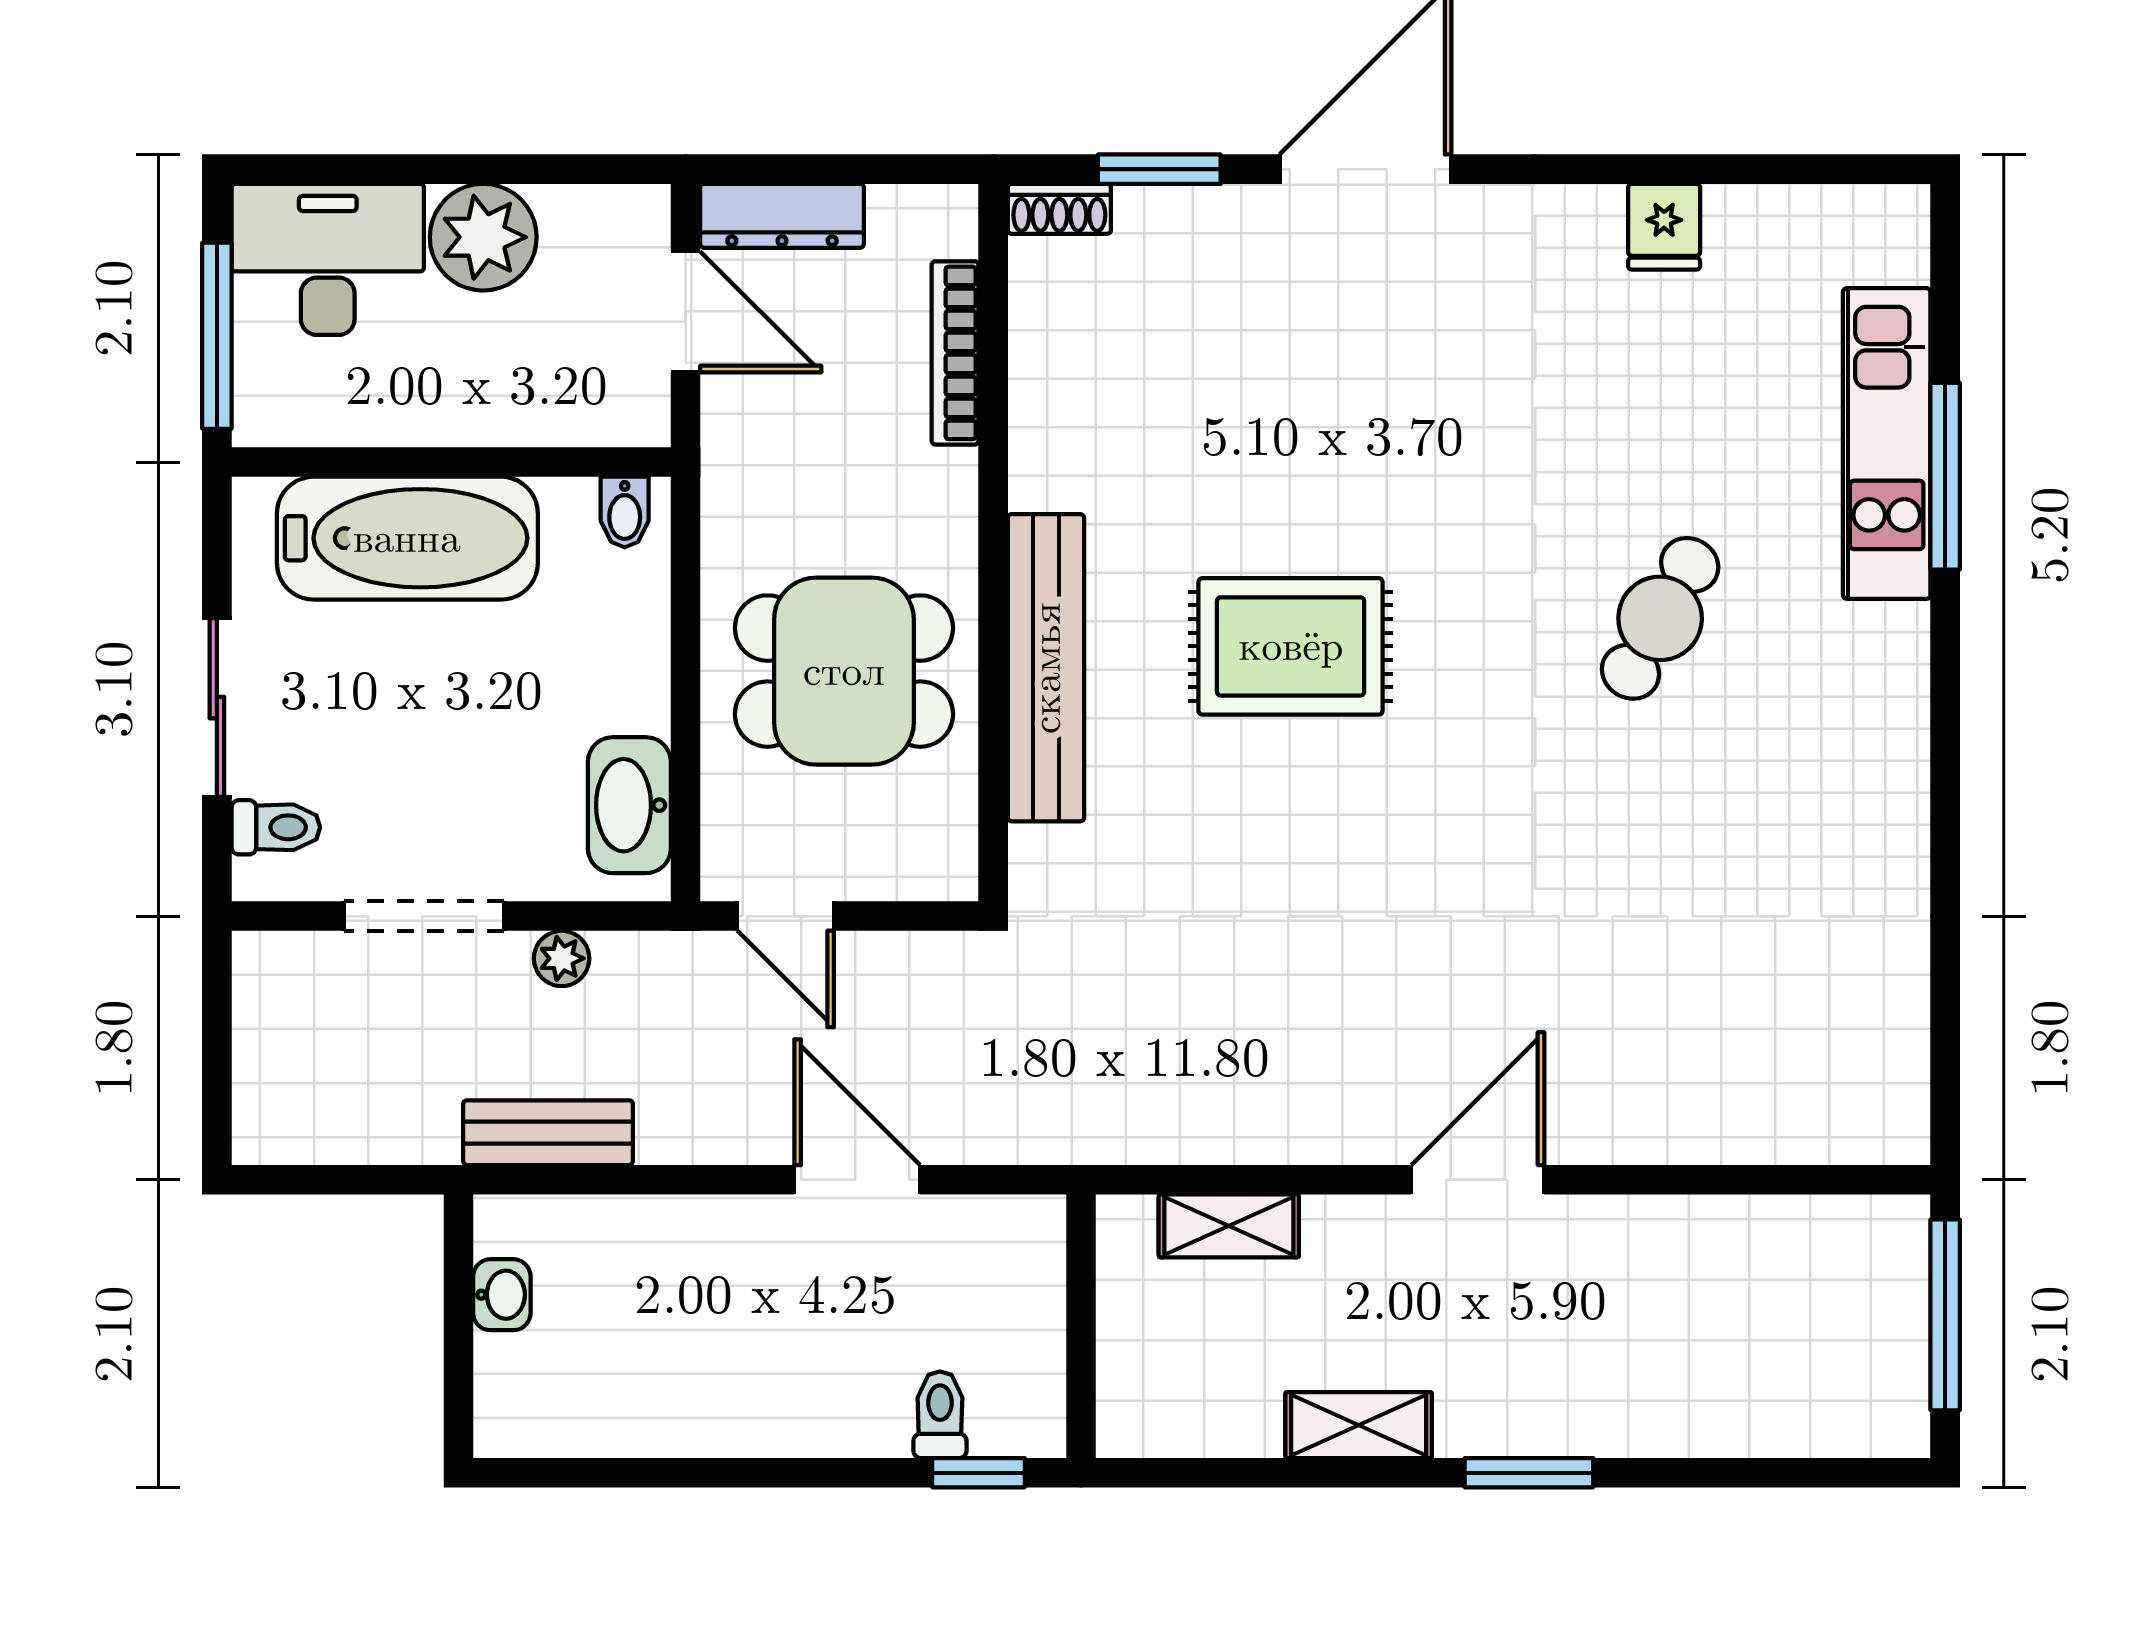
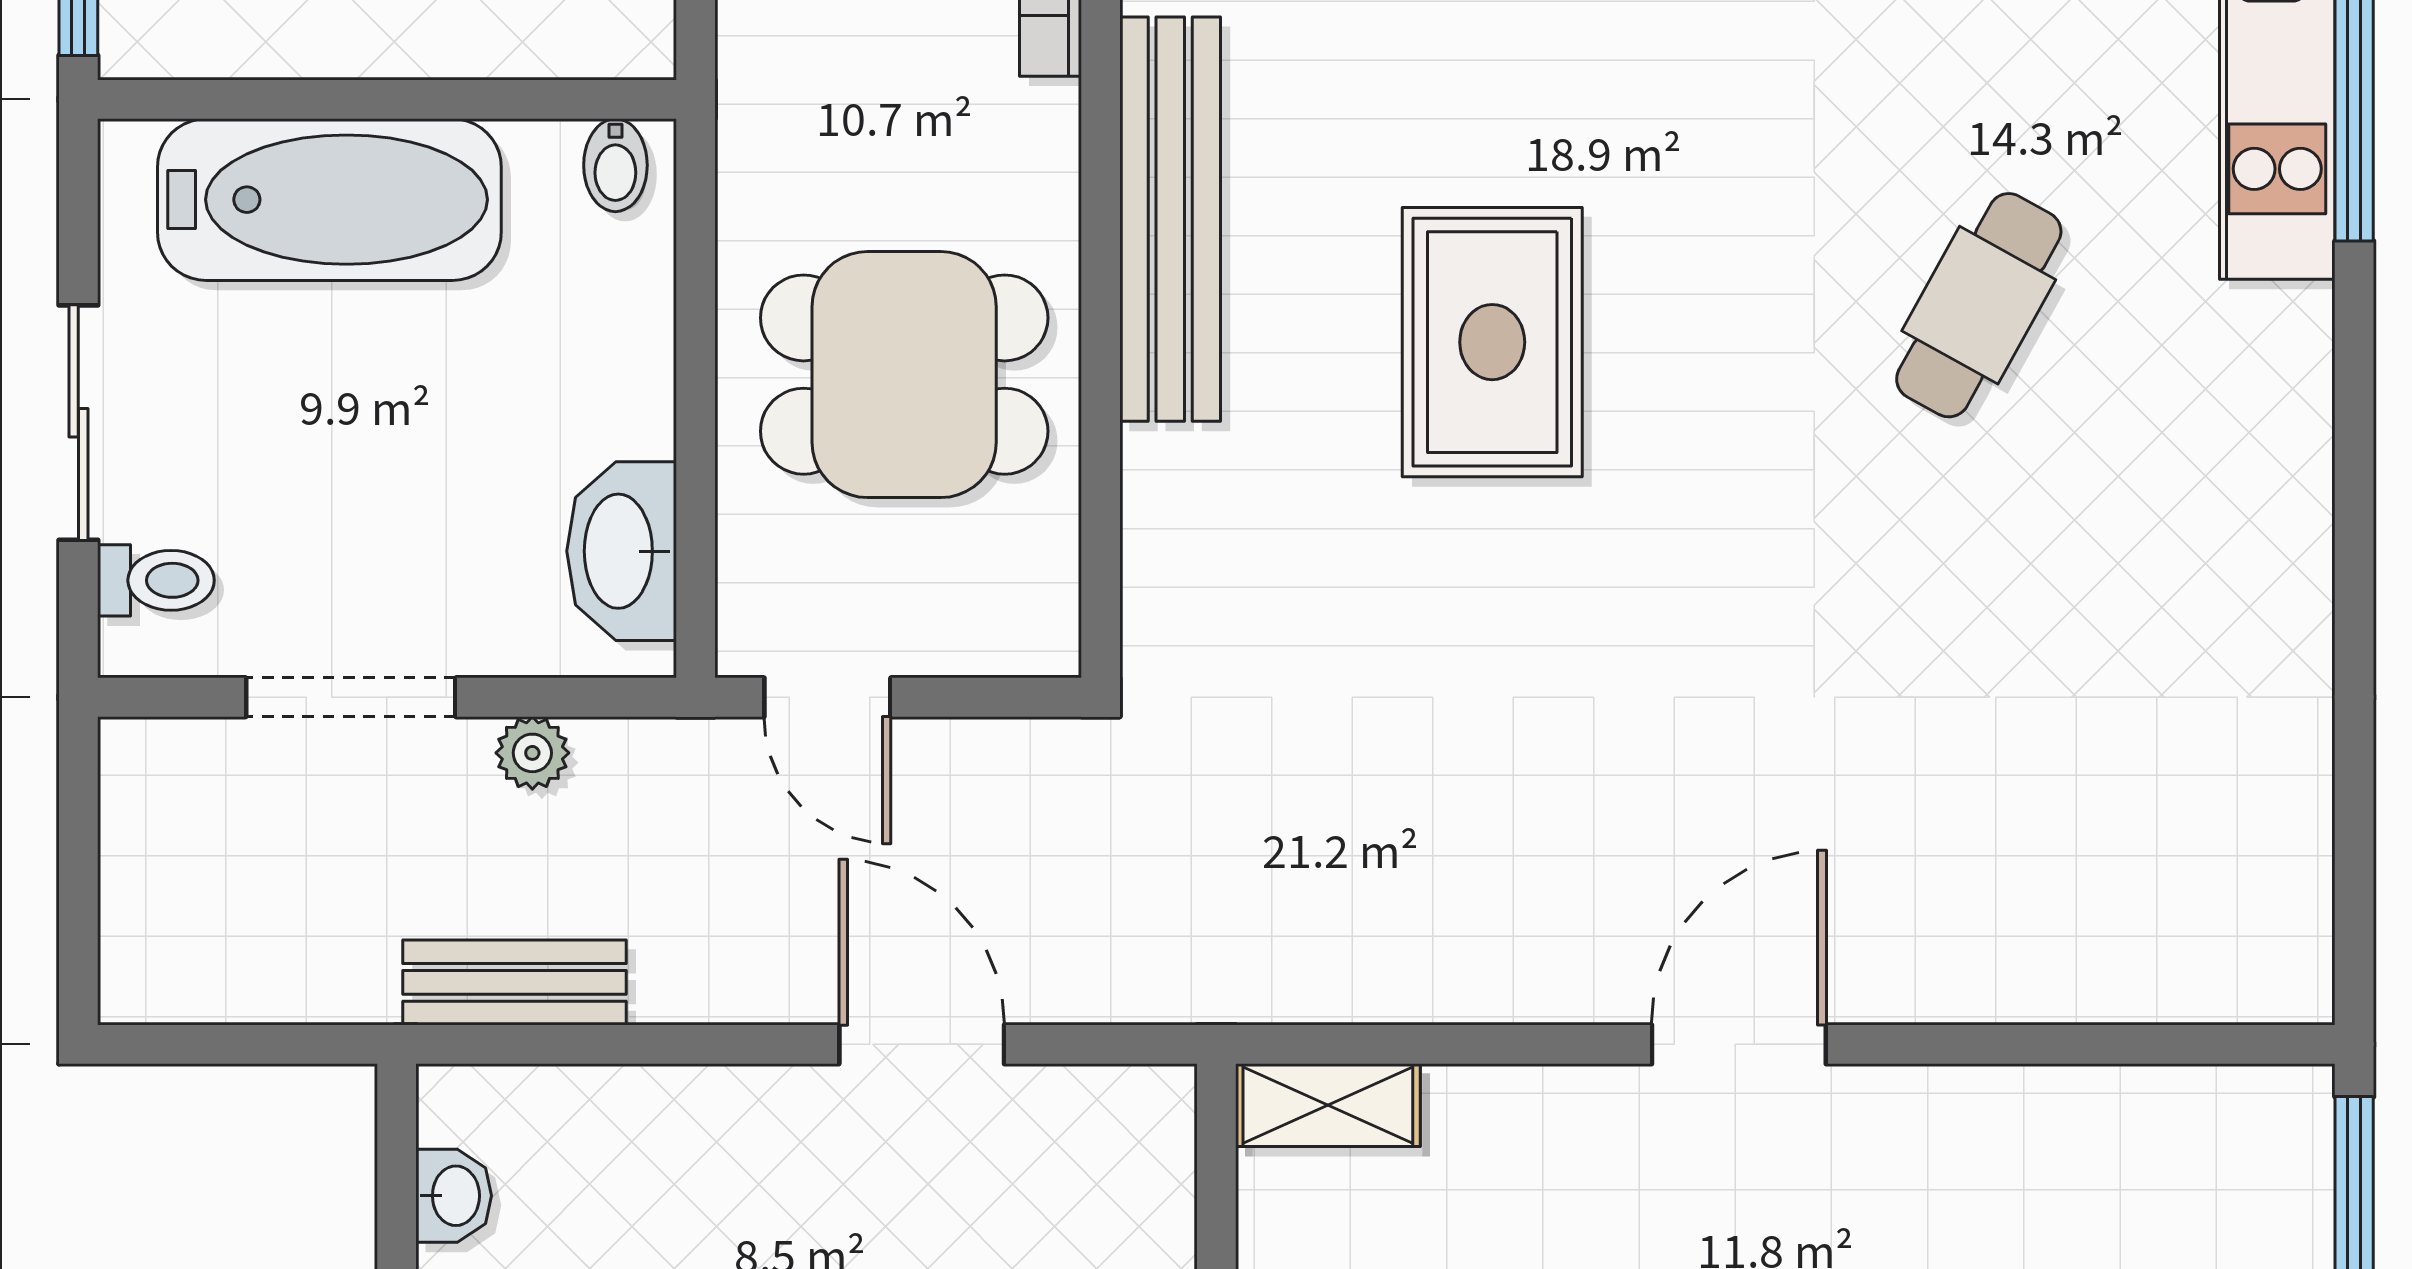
rug: (1291, 646) -> (1492, 342), turned 90
bench: (1046, 668) -> (1170, 219), moved
shelving: (1229, 1226) -> (1328, 1105), moved

